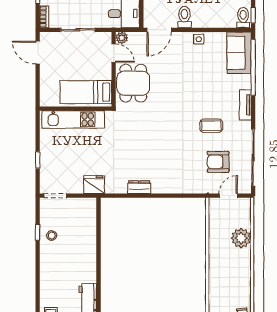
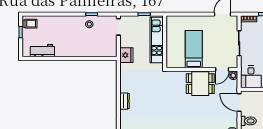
wall: (76, 109) -> (165, 42), moved
kitchen unit: (73, 120) -> (157, 40), moved
dresser: (139, 187) -> (125, 101), moved

